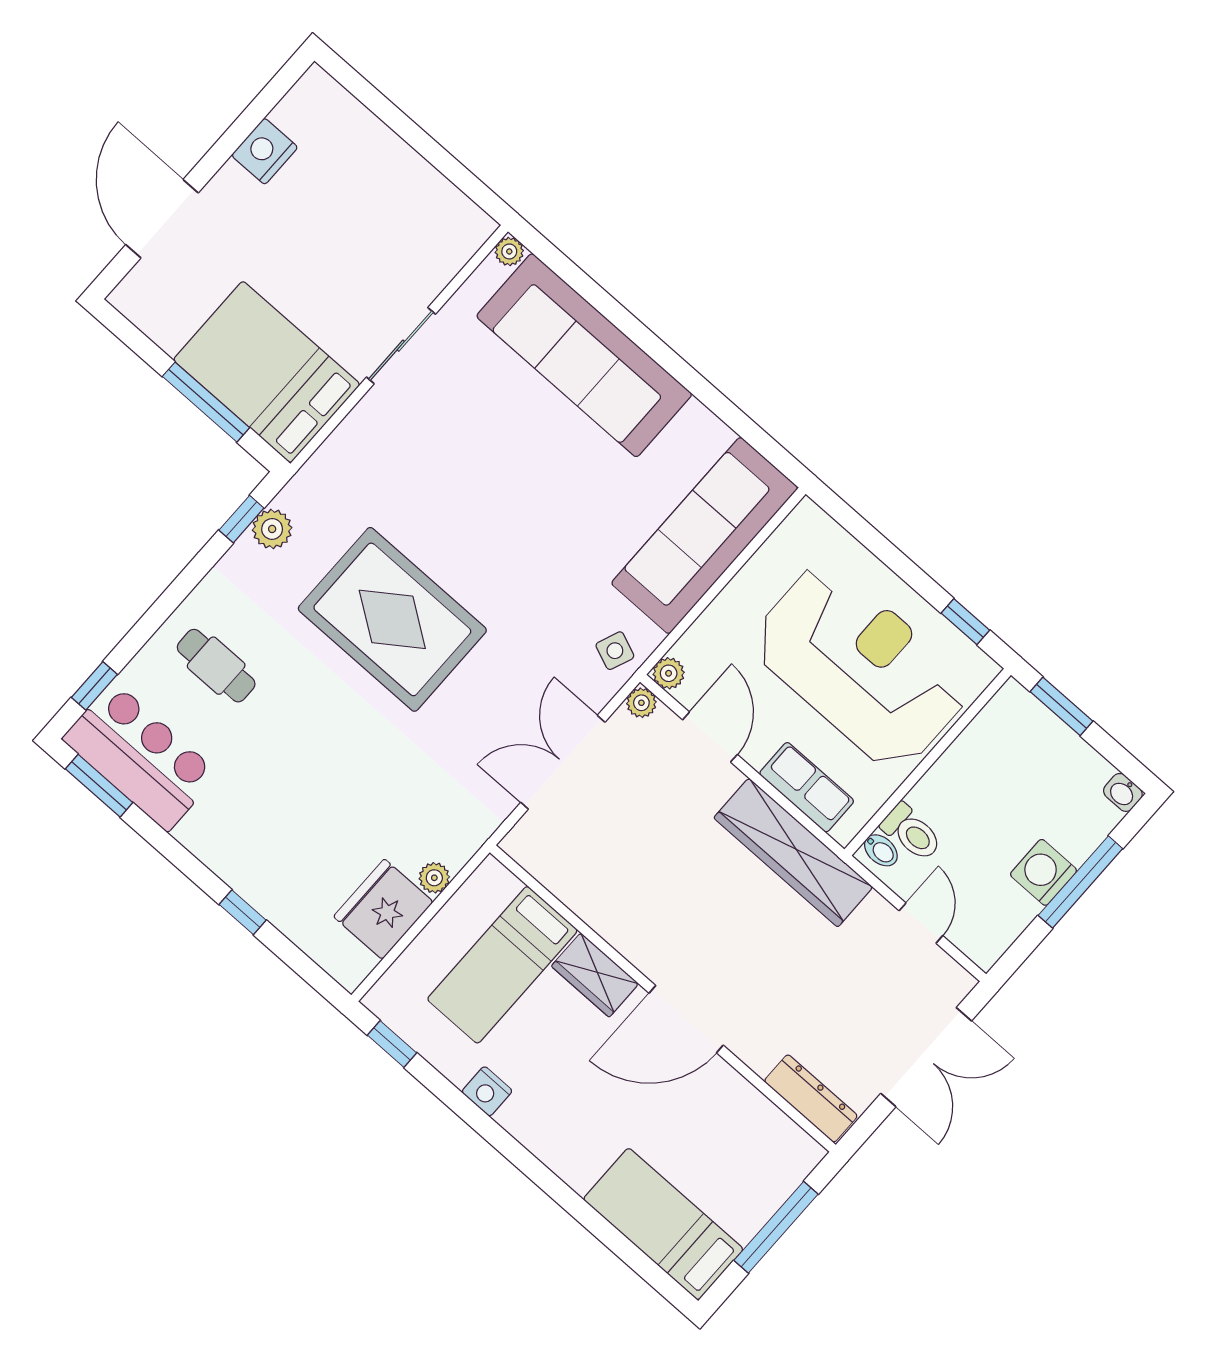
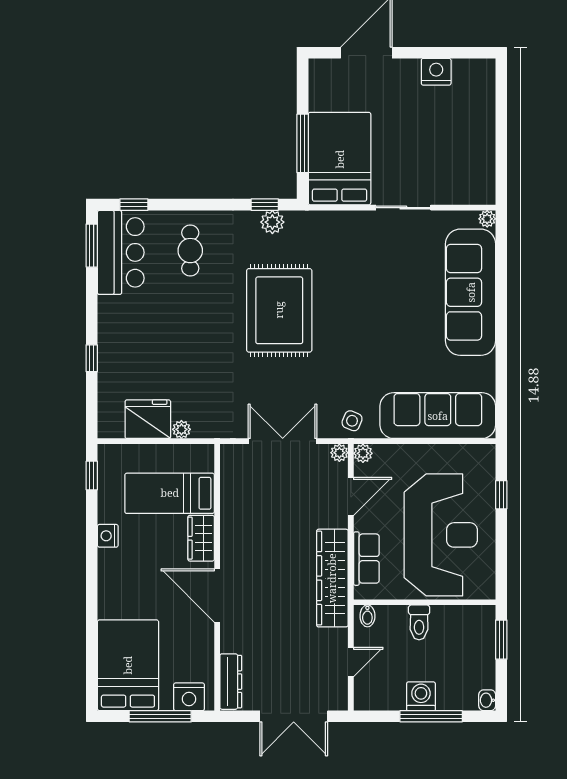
window: (965, 622) -> (501, 495), moved
toilet: (912, 832) -> (419, 622), moved
nightstand: (783, 1169) -> (189, 697), added
bed: (663, 1224) -> (128, 665), width x1.50

